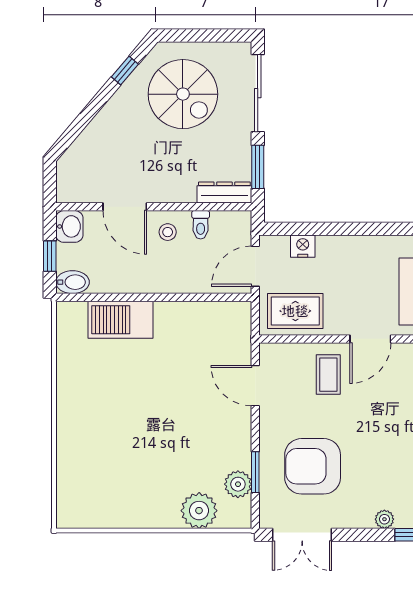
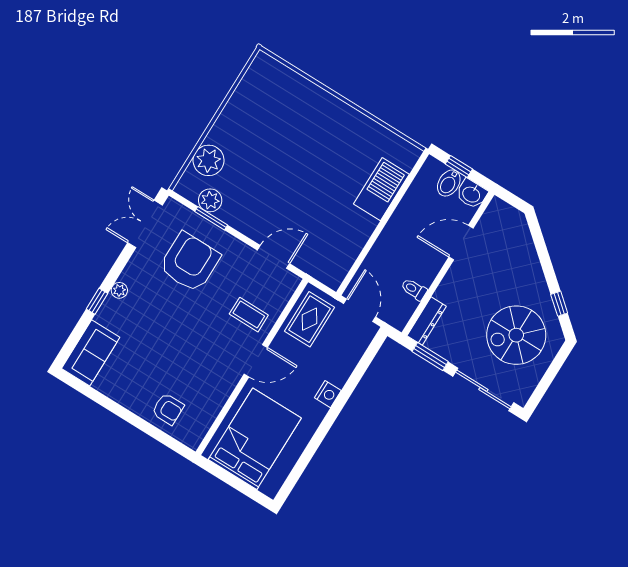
stool: (168, 232) -> (423, 262), removed
nightstand: (303, 246) -> (328, 394), moved
bidet: (73, 282) -> (449, 183), moved
door: (370, 339) -> (256, 361), swing flipped

